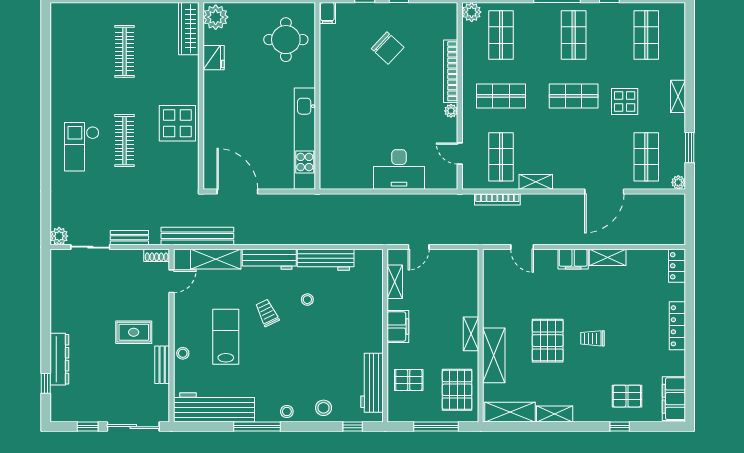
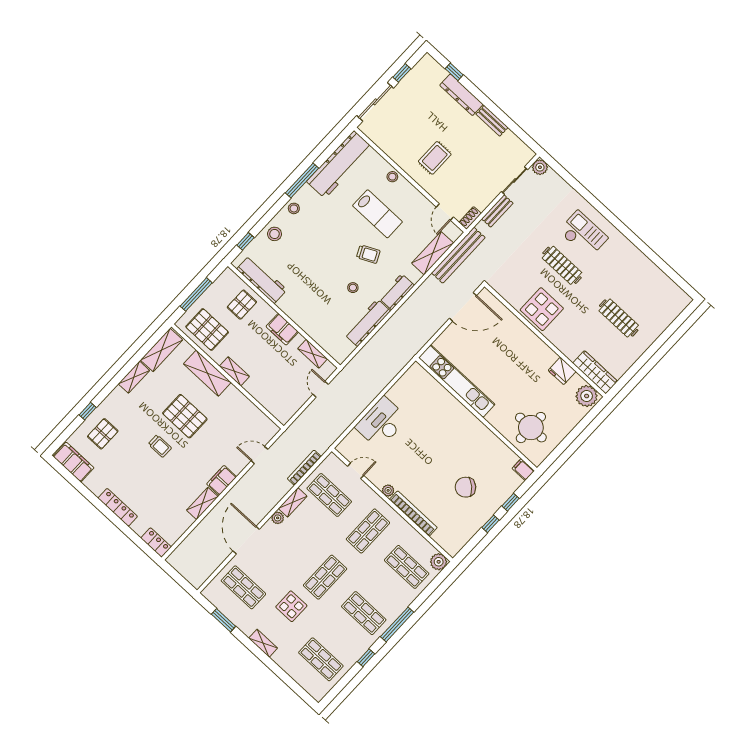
plant: (678, 182) -> (278, 518), moved
workbench: (269, 259) -> (397, 292), width x0.73
trolley: (593, 338) -> (160, 446), turned 90
bench: (162, 365) -> (492, 121), moved

